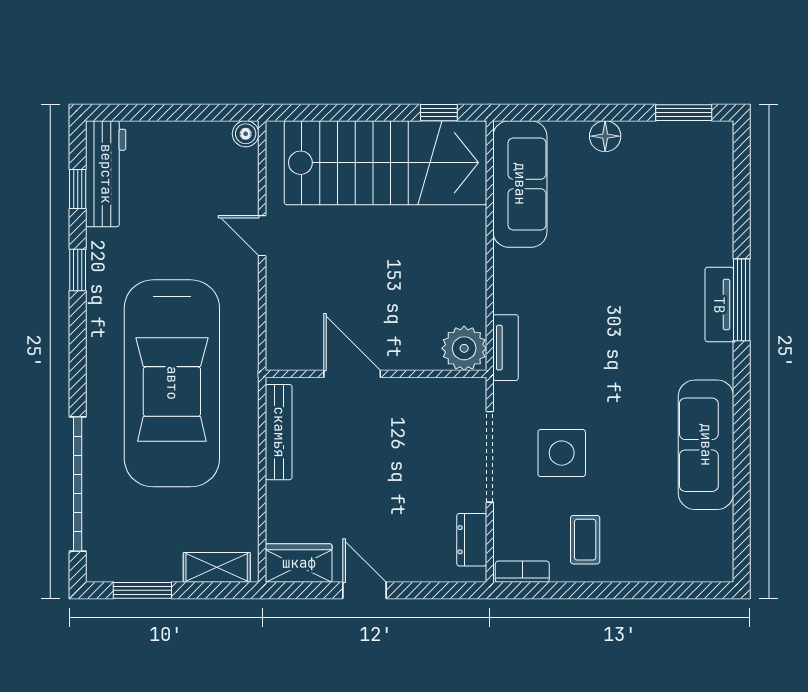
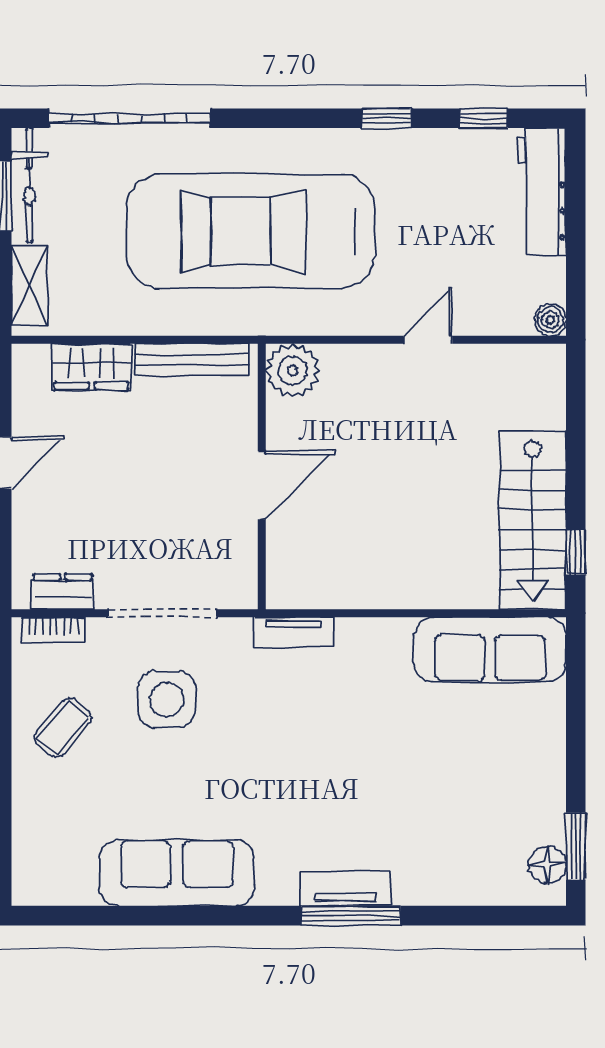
floor lamp: (605, 136) -> (547, 865), moved
stairs: (385, 163) -> (533, 520), width x0.73, depth x0.66
workbench: (106, 174) -> (542, 192), moved, turned 90
plant: (464, 348) -> (293, 370), moved
door: (352, 374) -> (262, 485), moved
coffee table: (585, 540) -> (63, 728), turned -49
wardrobe: (299, 563) -> (92, 367), moved, turned 90
bicycle: (133, 567) -> (30, 185), added
bookcase: (522, 572) -> (54, 630), moved, turned 90

